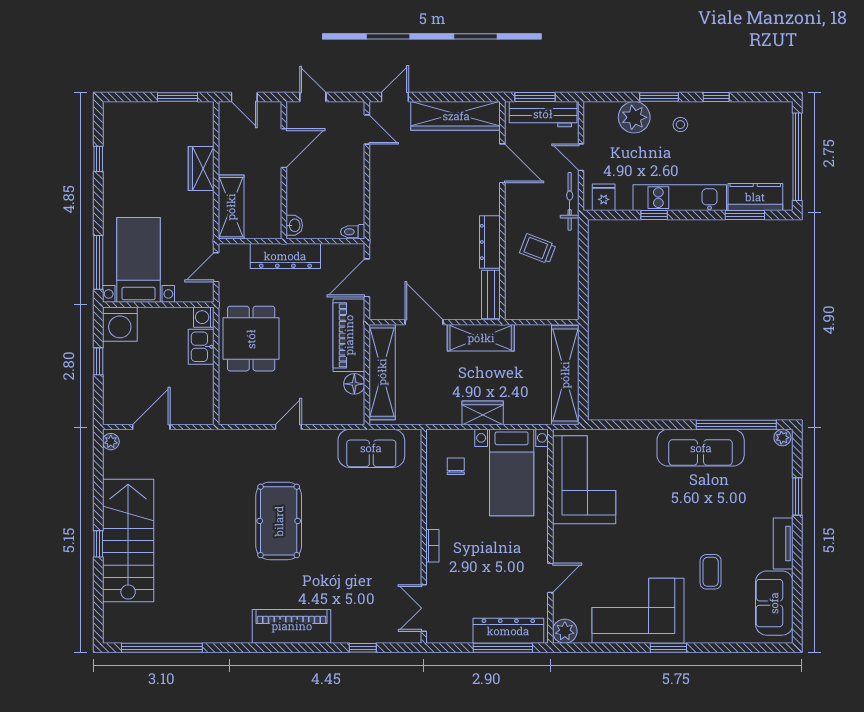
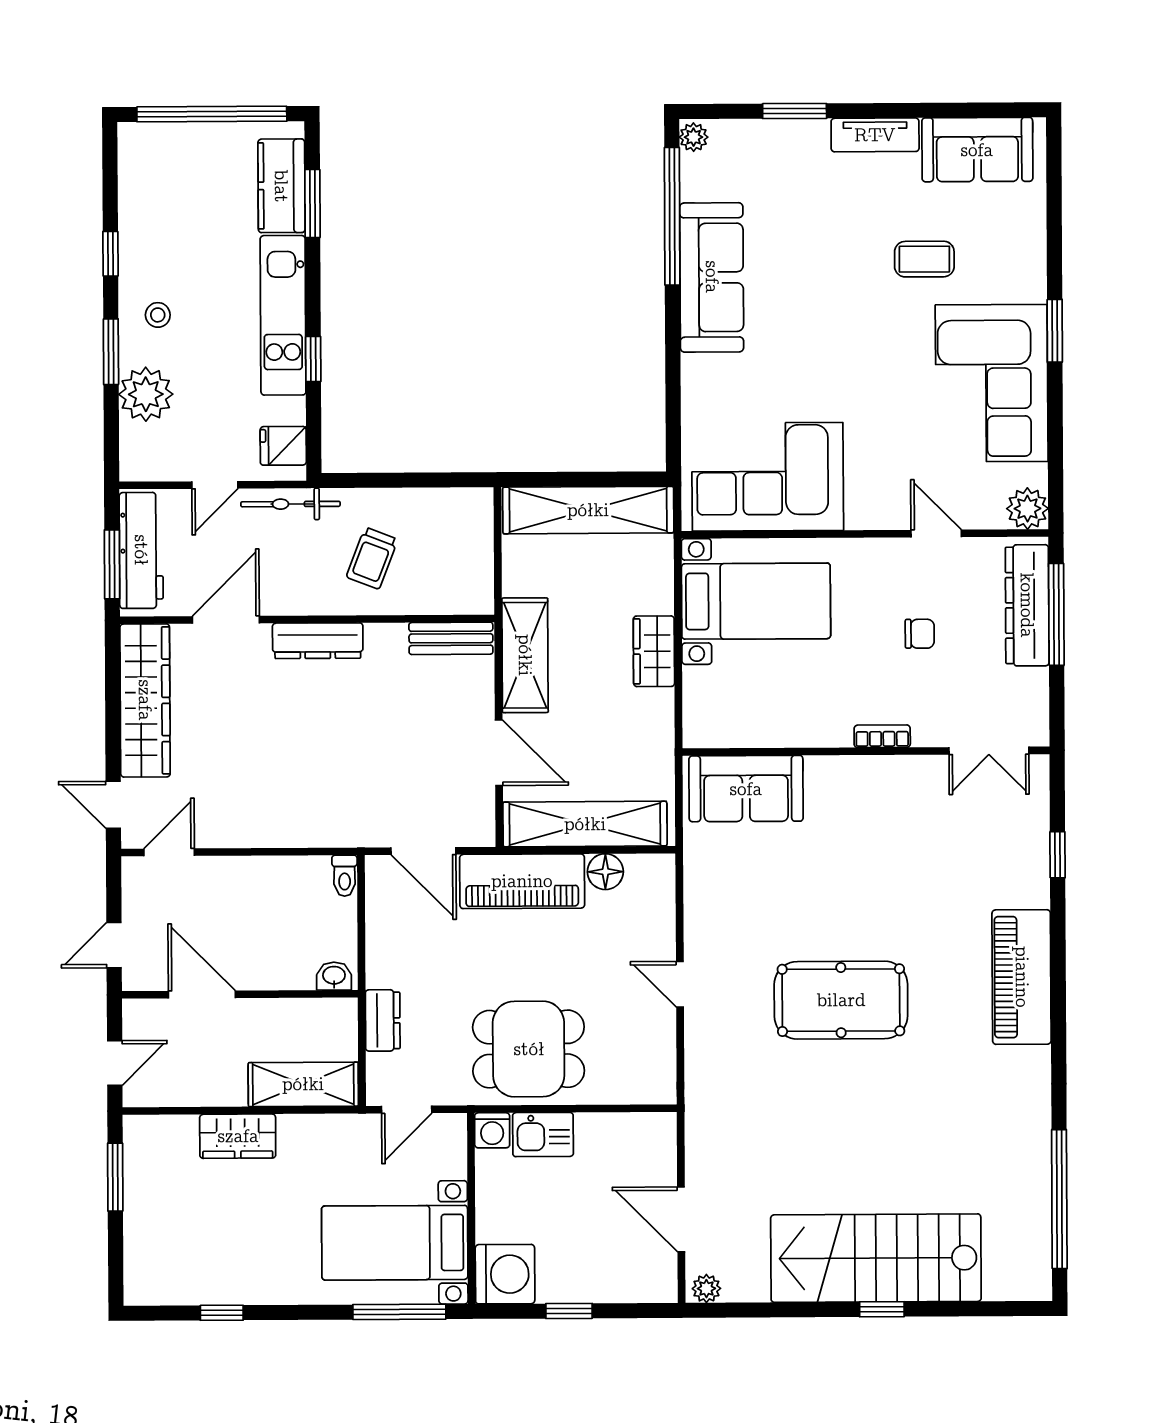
dresser: (490, 242) -> (318, 641), moved
dresser: (285, 256) -> (383, 1020), width x0.51, depth x0.80
door: (216, 267) -> (407, 1110), hinge flipped
door: (424, 322) -> (499, 753), swing flipped
sofa: (371, 448) -> (746, 789), moved, turned 90
chair: (456, 466) -> (920, 634), moved, turned 180

